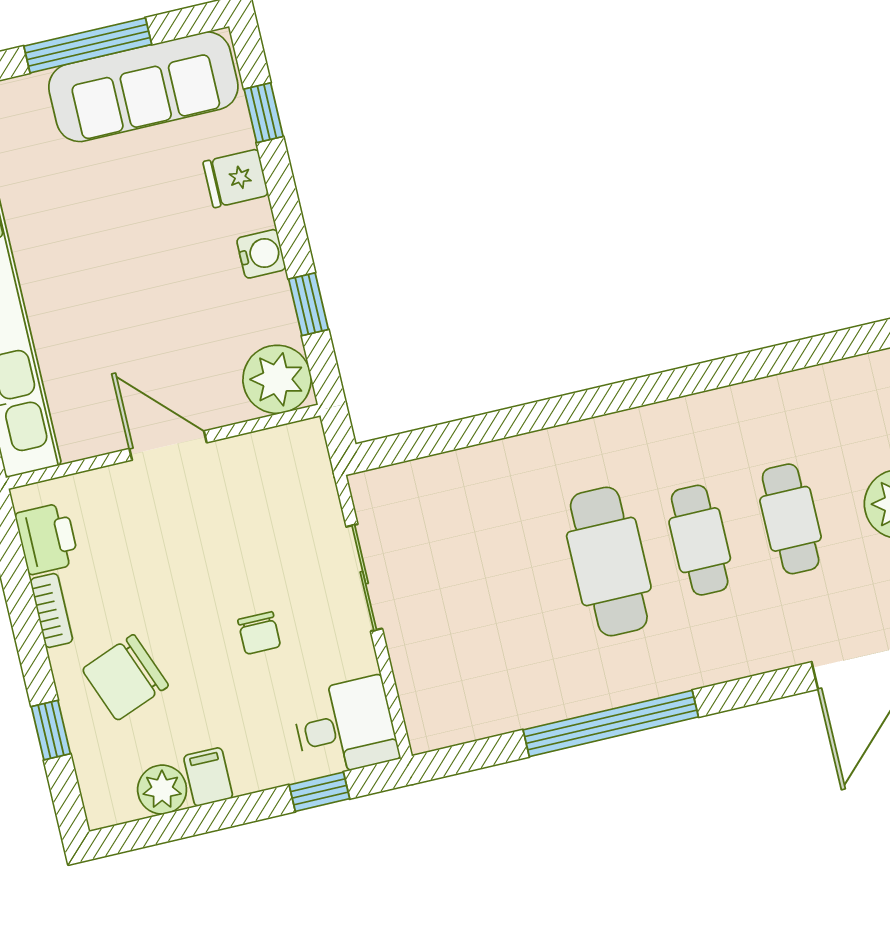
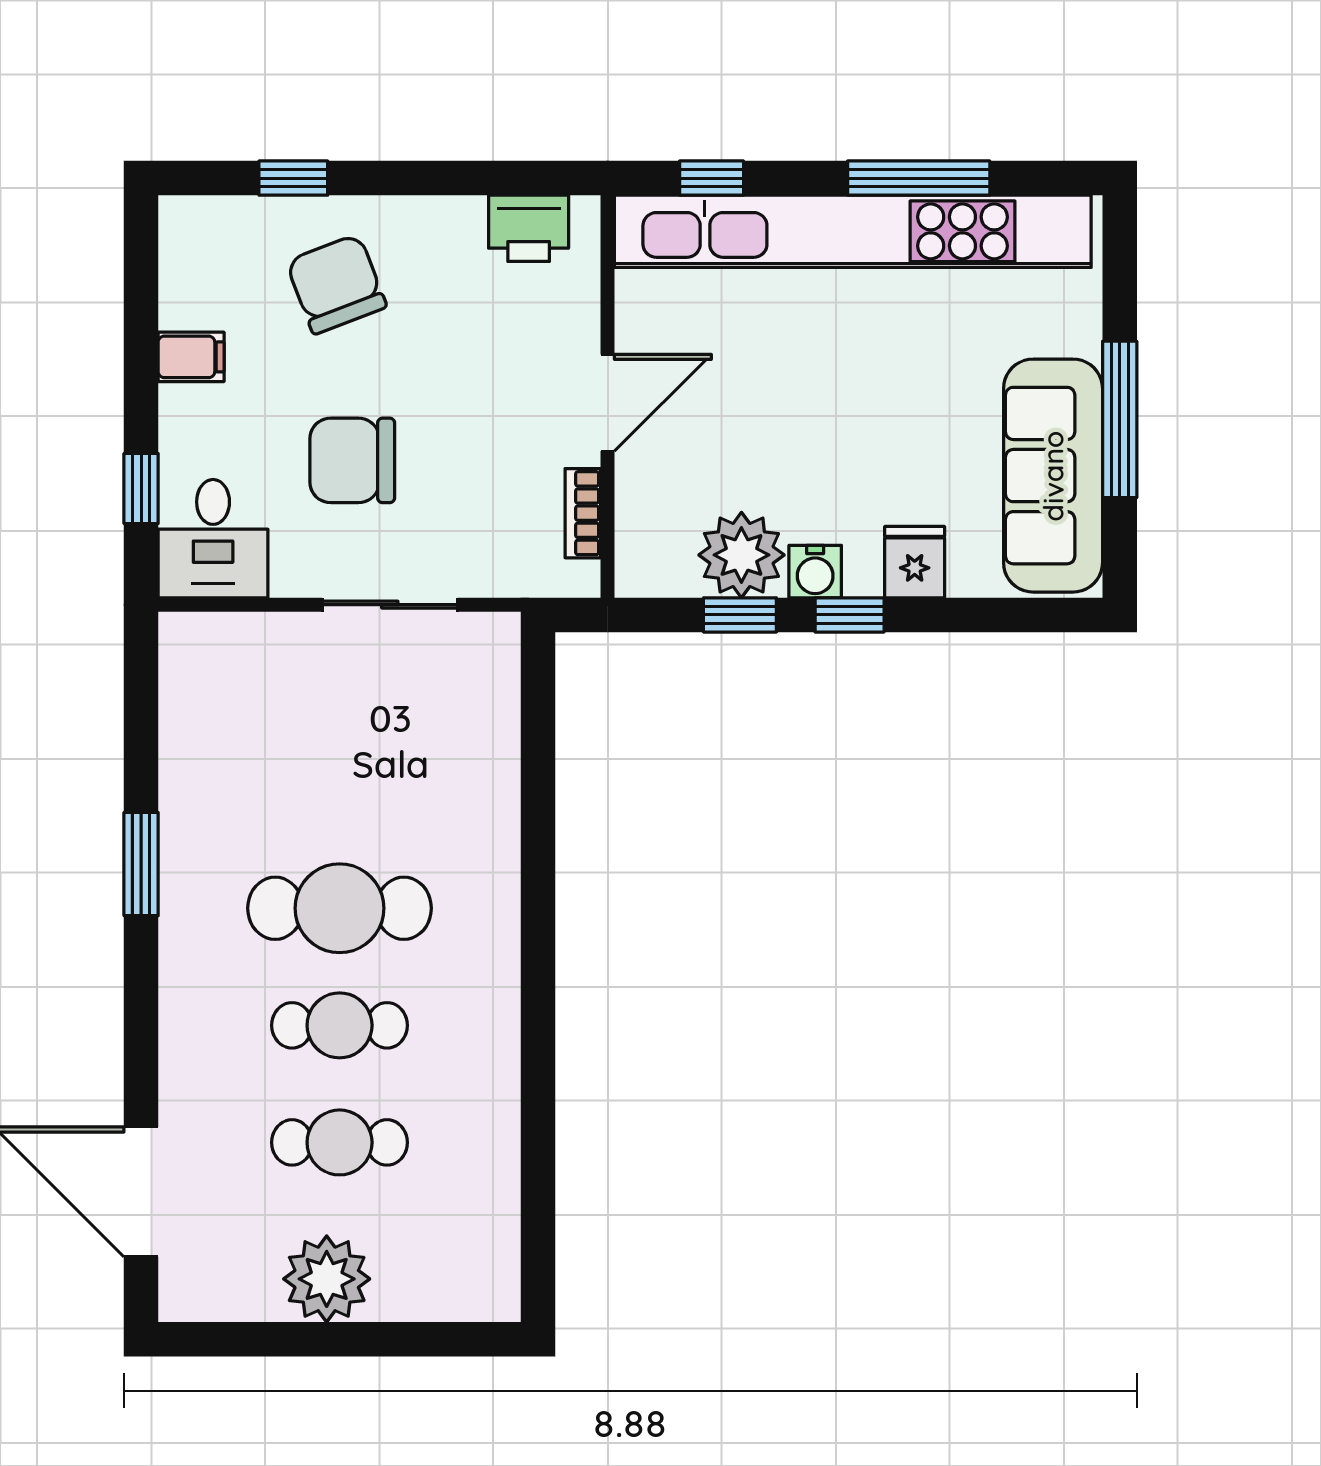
window: (264, 113) -> (850, 615), moved
plant: (277, 379) -> (741, 555), moved
bookcase: (51, 610) -> (583, 513), moved, turned 90
chair: (259, 633) -> (352, 460), width x1.87, depth x1.87
window: (611, 723) -> (141, 864), width x0.47
plant: (162, 790) -> (189, 297), removed

